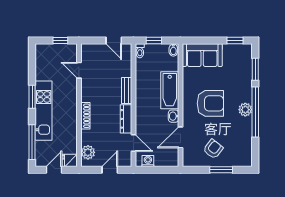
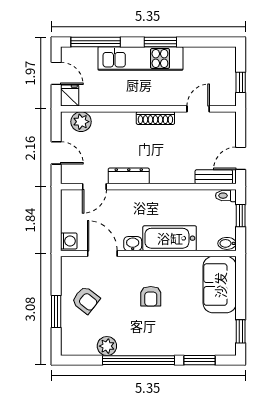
bench: (127, 90) -> (214, 177), moved
armchair: (210, 103) -> (151, 296), width x0.53, depth x0.53
plant: (245, 110) -> (107, 346), moved
shoe rack: (85, 116) -> (155, 118), moved
washing machine: (148, 161) -> (69, 241), moved

